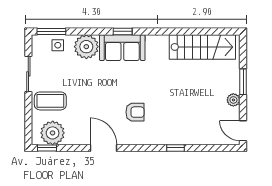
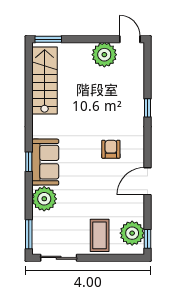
side table: (58, 45) -> (43, 228), removed
sliding door: (28, 74) -> (59, 258), moved
window: (243, 82) -> (48, 39), moved
plant: (233, 100) -> (104, 55), width x1.87, depth x1.87
door: (243, 131) -> (130, 39), swing flipped

